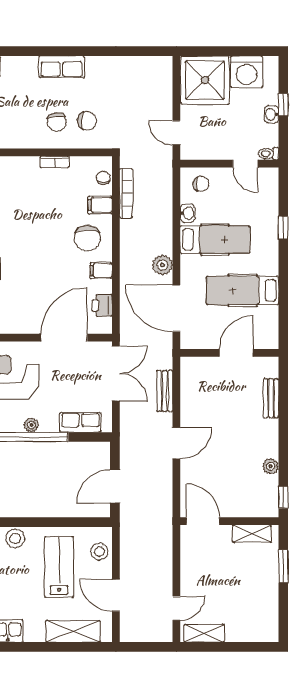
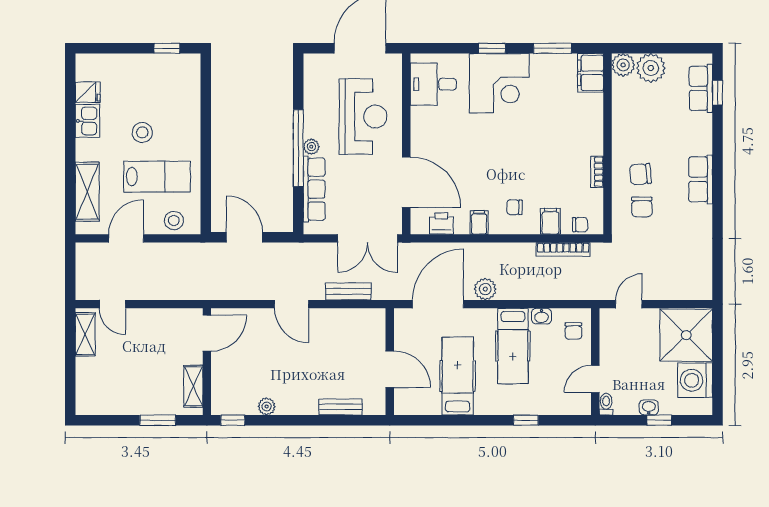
chair: (87, 238) -> (514, 207), width x0.54, depth x0.54
row of seats: (80, 422) -> (314, 189), width x1.48
stool: (15, 538) -> (142, 132), moved

